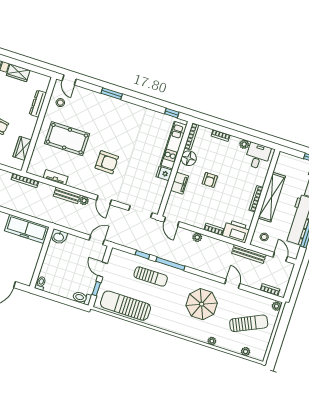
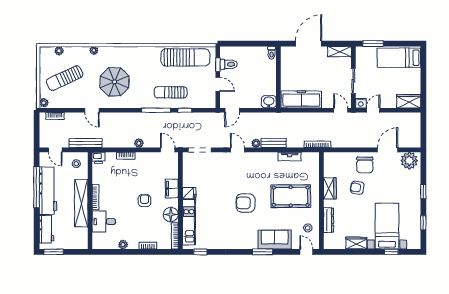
sofa: (96, 102) -> (275, 240), added
wardrobe: (22, 148) -> (330, 188), moved
desk: (258, 156) -> (104, 222), moved, turned 90
armchair: (107, 162) -> (246, 203), moved
printer: (236, 231) -> (99, 158), width x0.53, depth x0.68
toilet: (82, 298) -> (229, 64), moved

